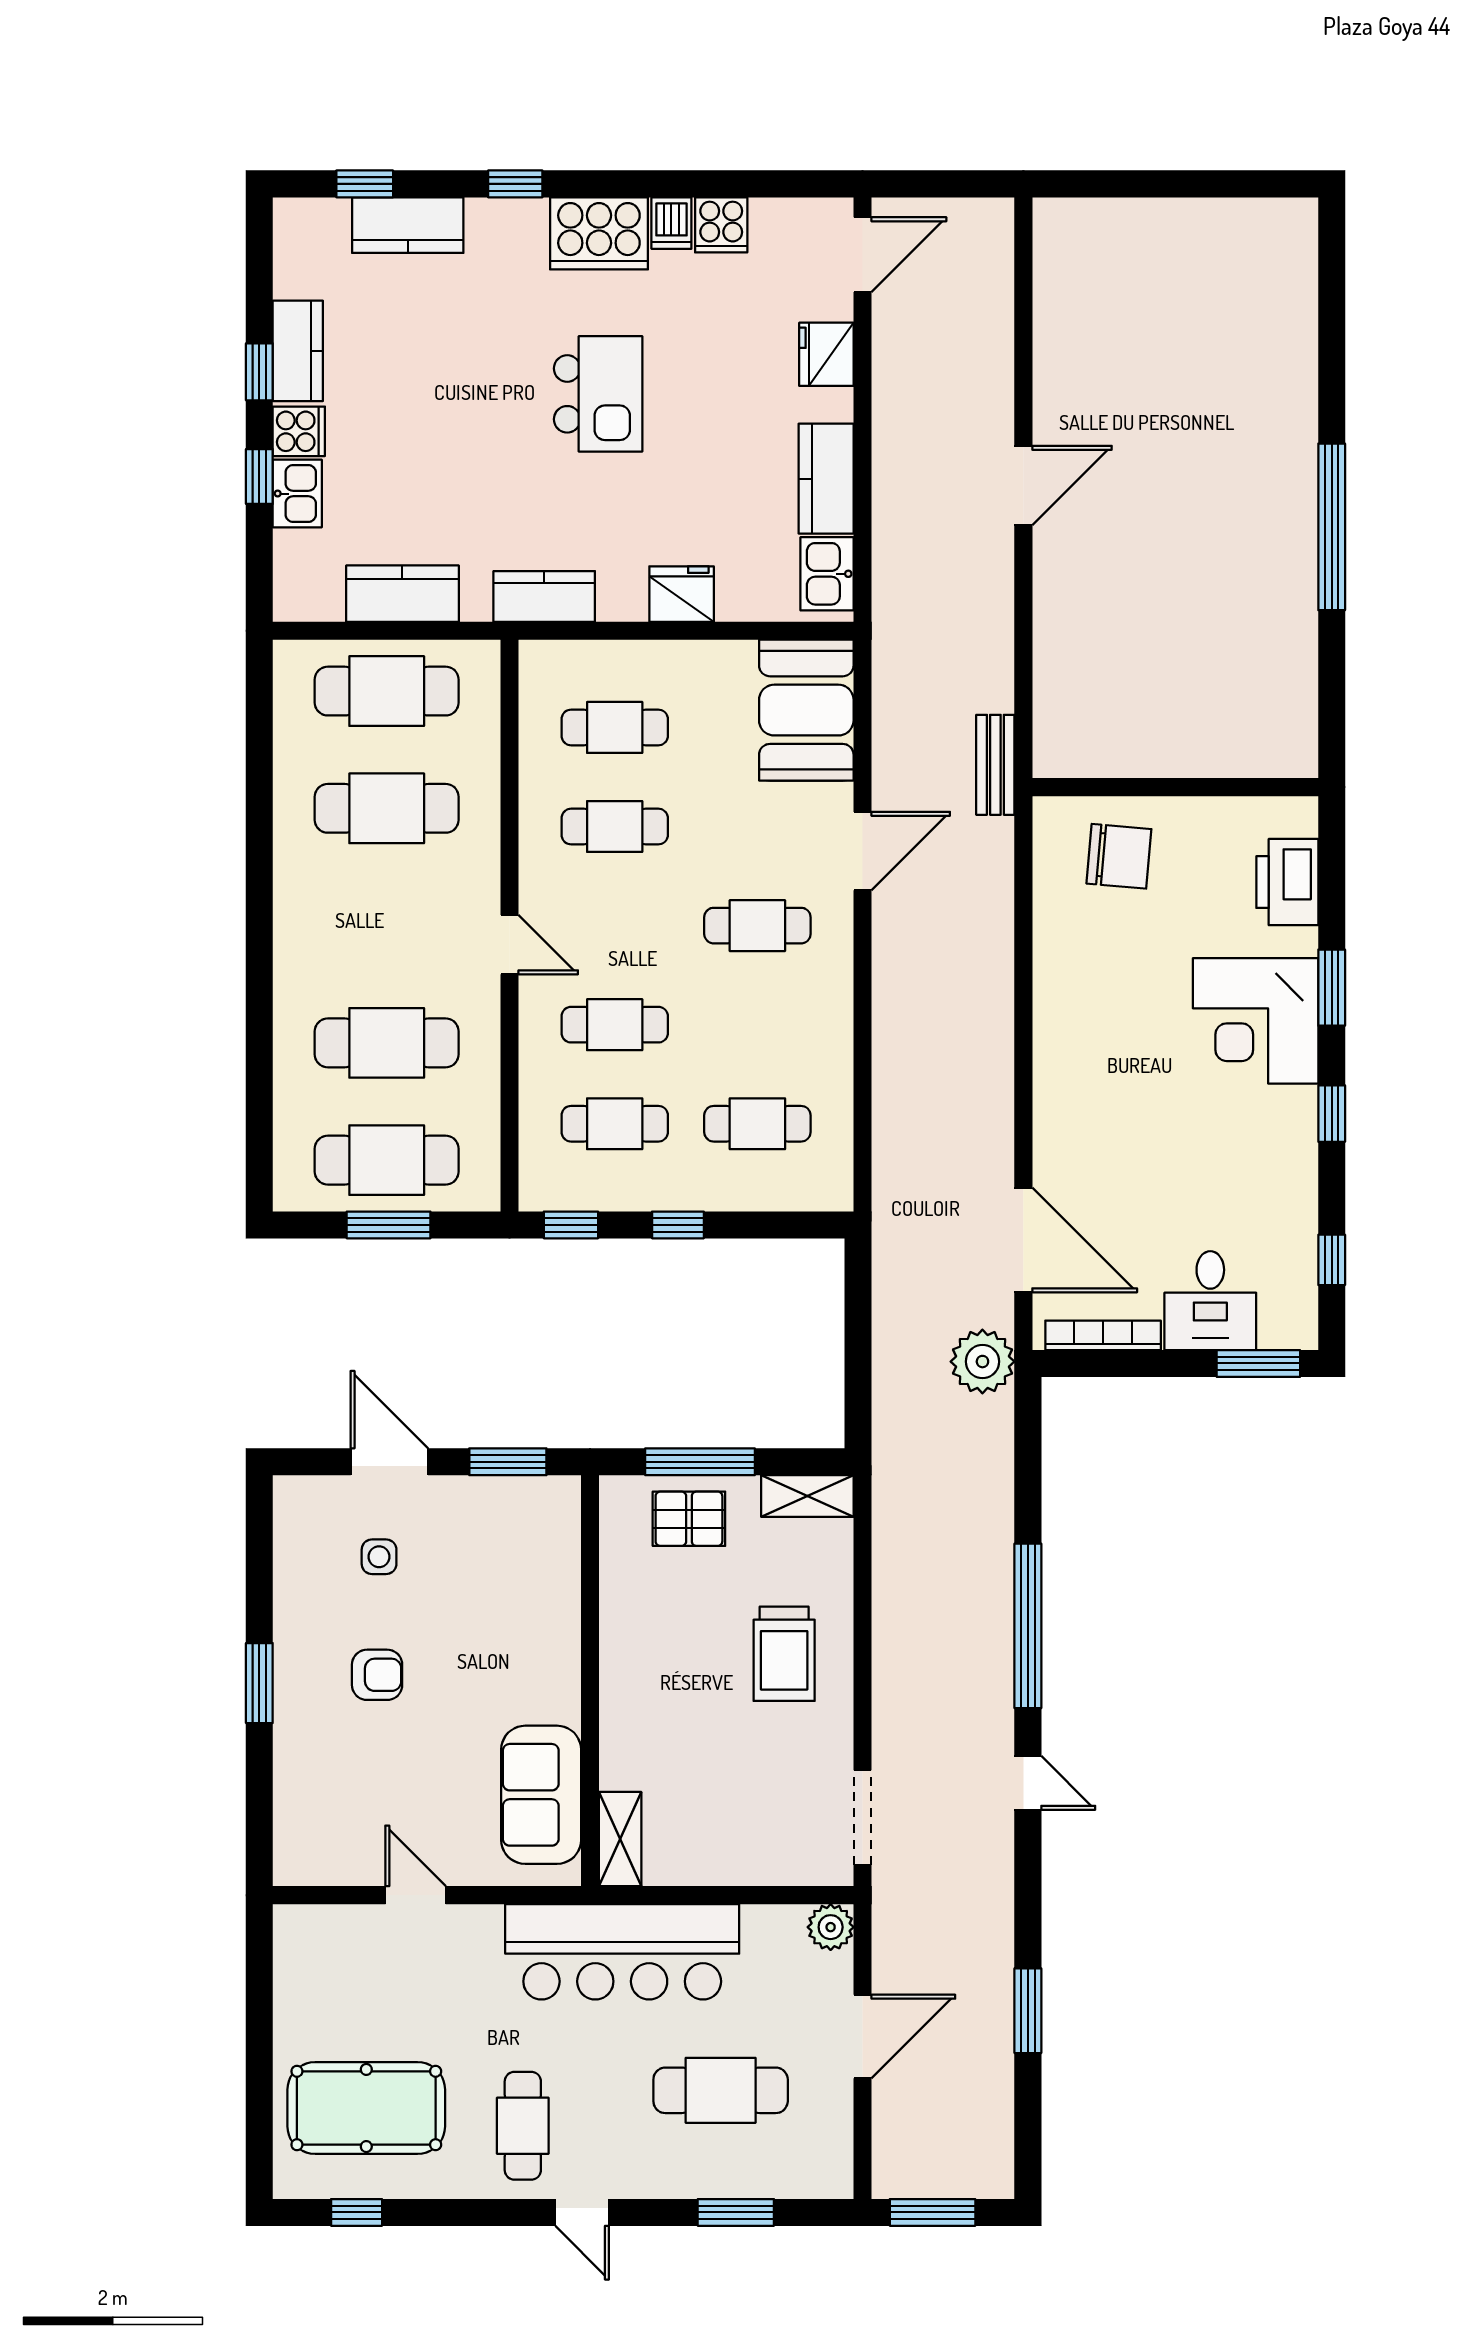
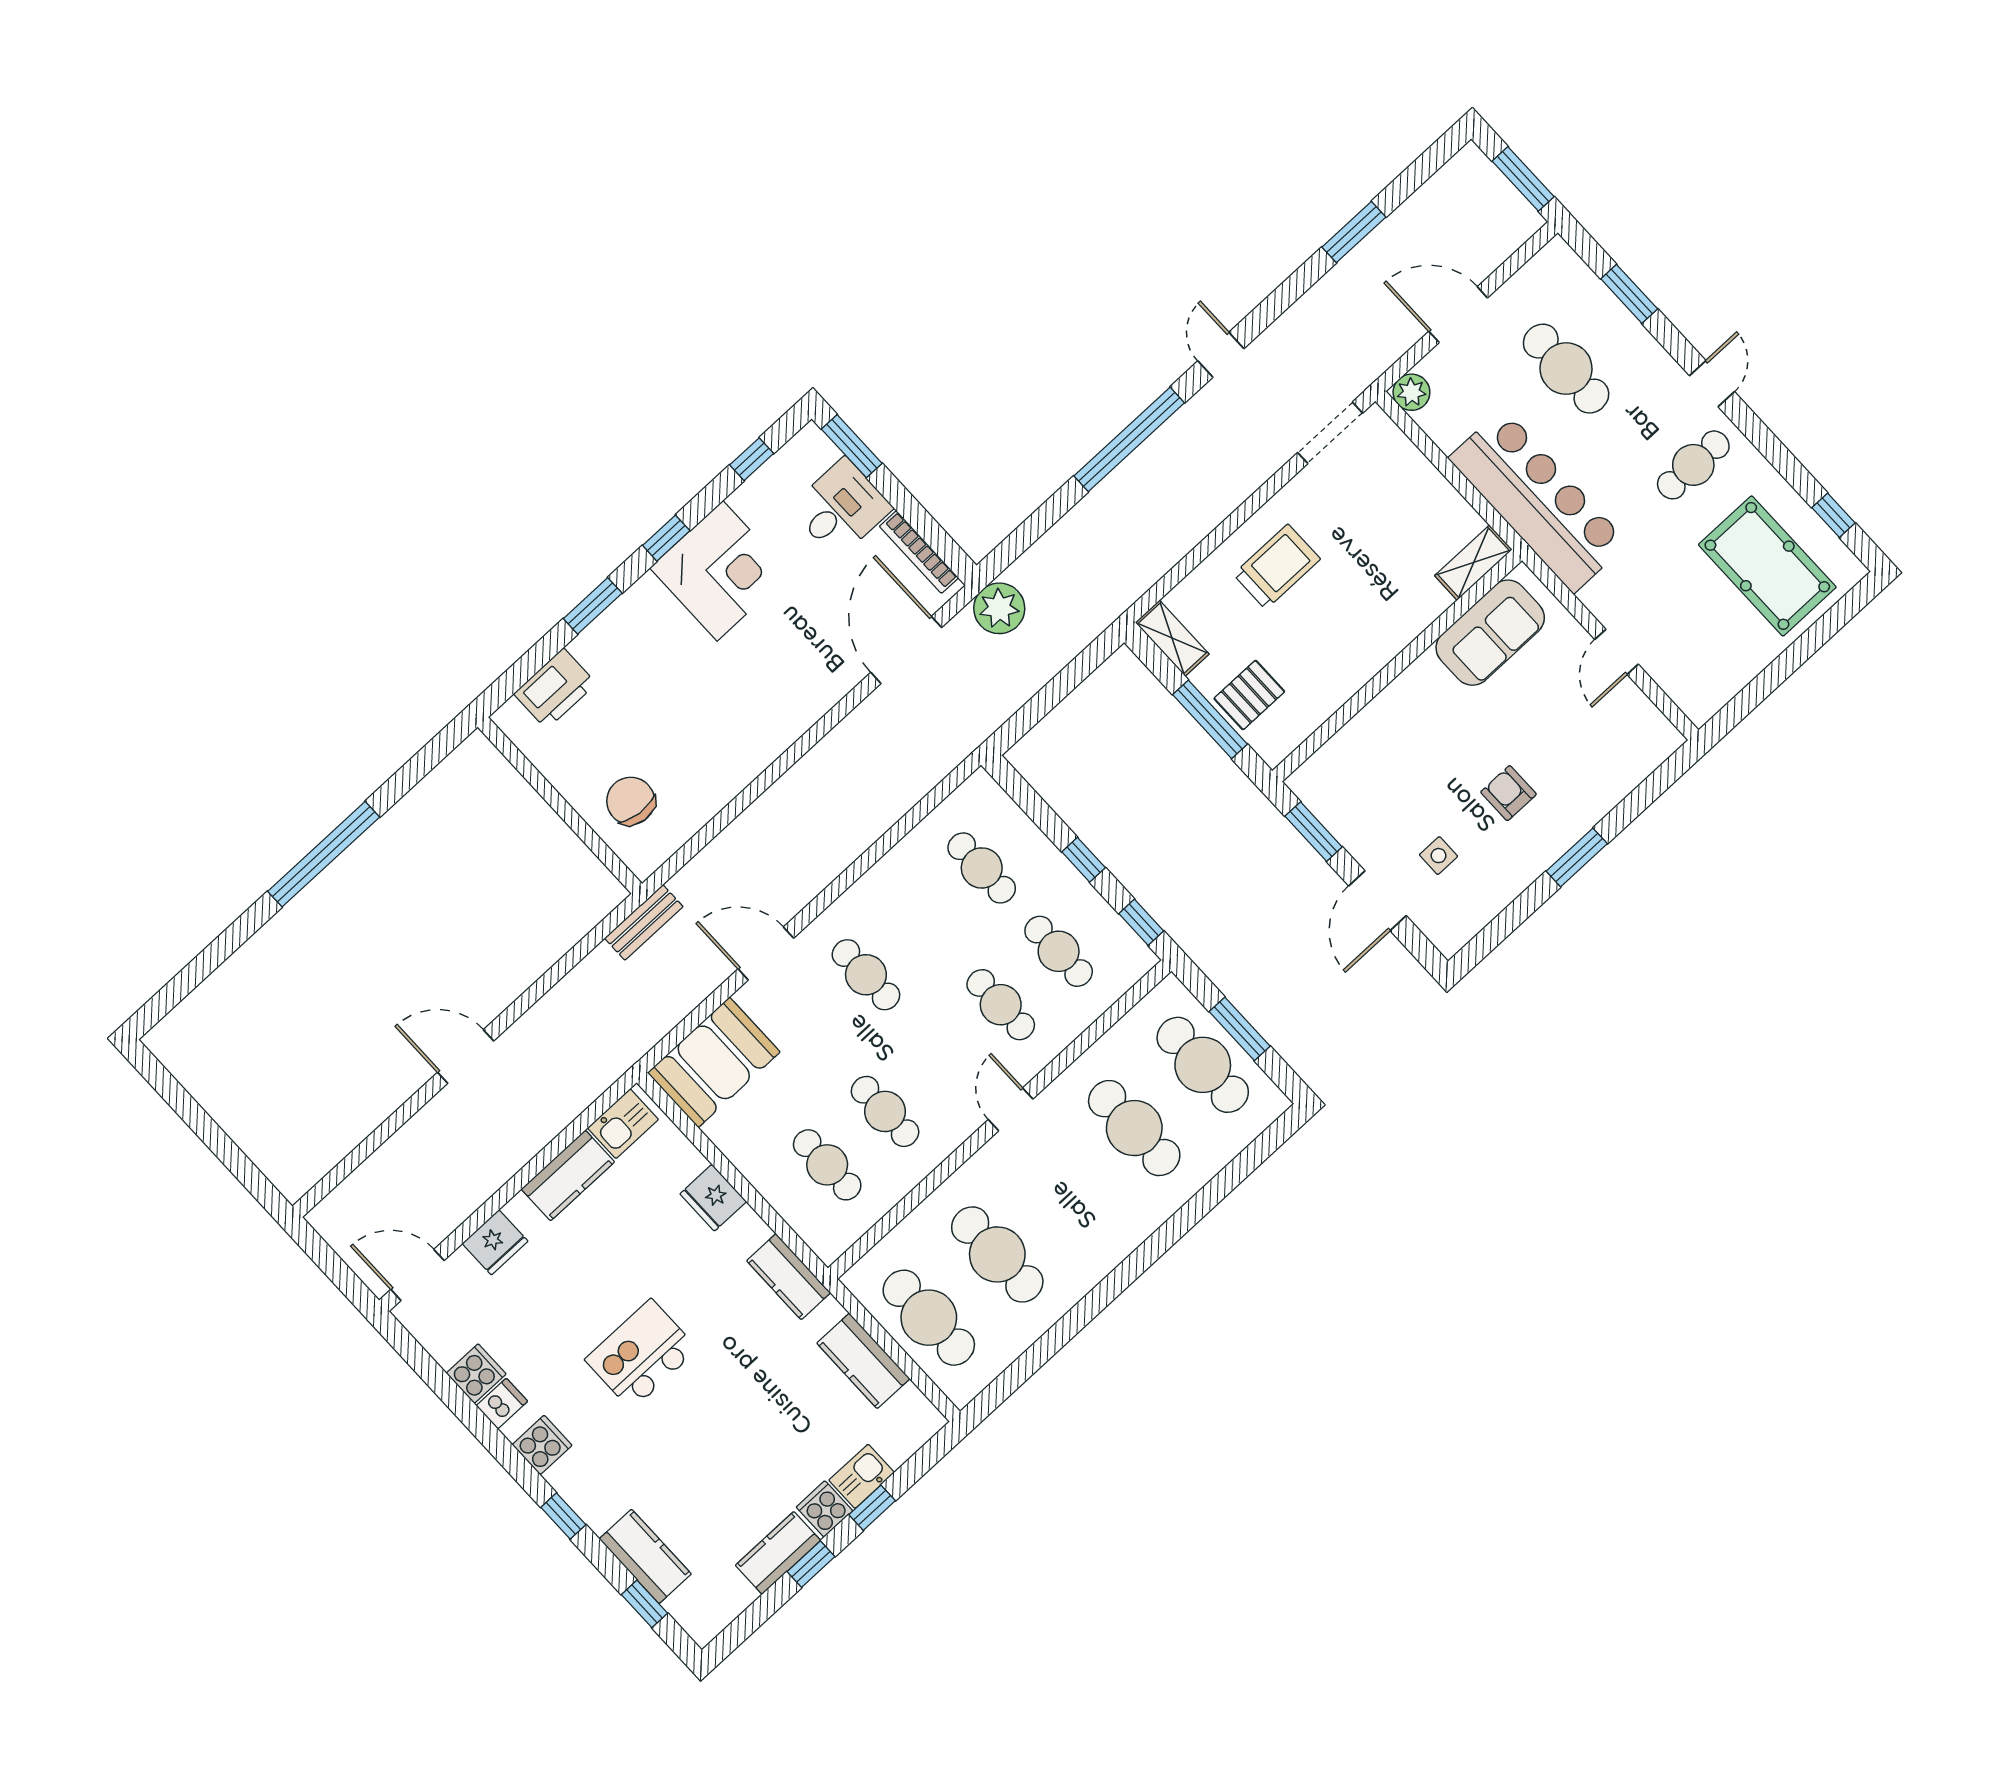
cooker: (599, 233) -> (542, 1445), width x0.53, depth x0.76
corner desk: (1256, 1021) -> (720, 571), moved
pallet: (689, 1519) -> (1249, 695), turned 90

